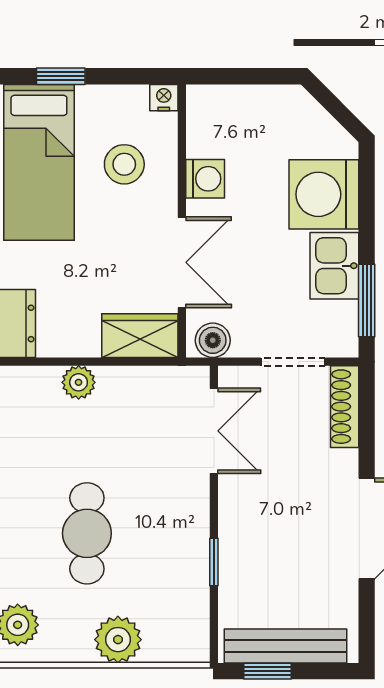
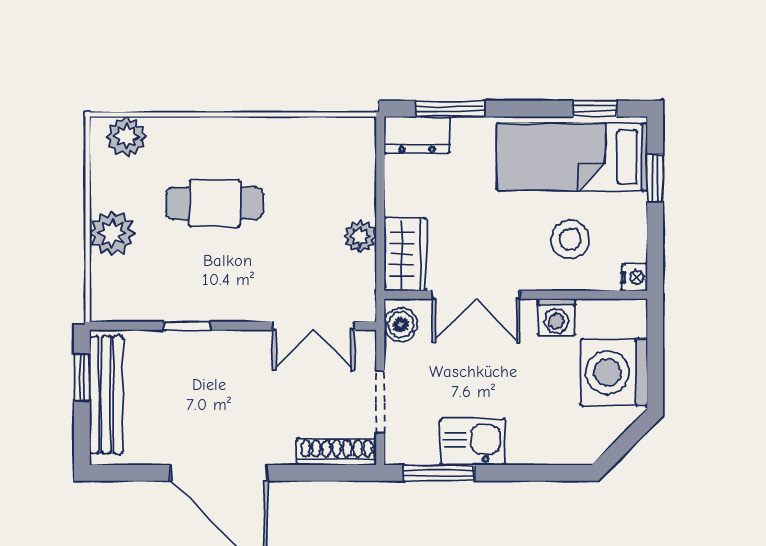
washing machine: (324, 194) -> (614, 372), moved, turned -90
plant: (79, 382) -> (360, 236), moved

